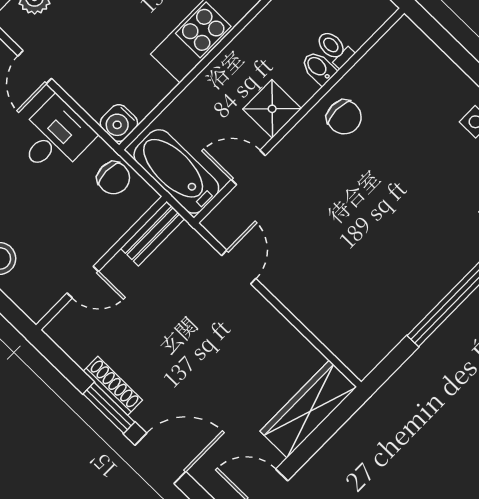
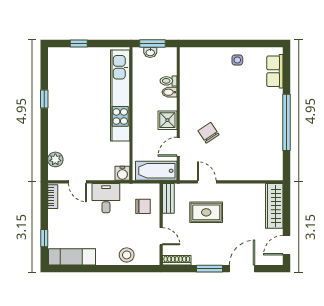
chair: (344, 117) -> (209, 133), moved, turned -124
chair: (114, 178) -> (143, 206), moved
door: (83, 282) -> (161, 236), hinge flipped
rug: (191, 314) -> (206, 212), added
shoe rack: (113, 386) -> (177, 260), moved

